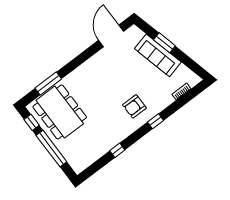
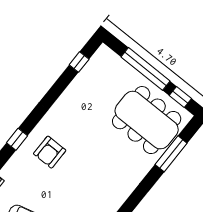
armchair: (134, 106) -> (50, 152), turned 180
window: (117, 150) -> (79, 62), moved

